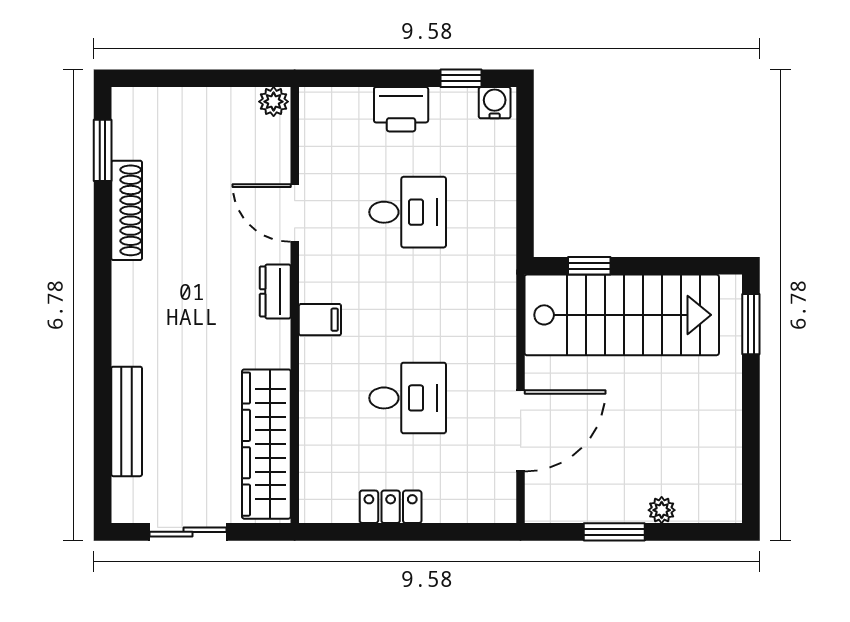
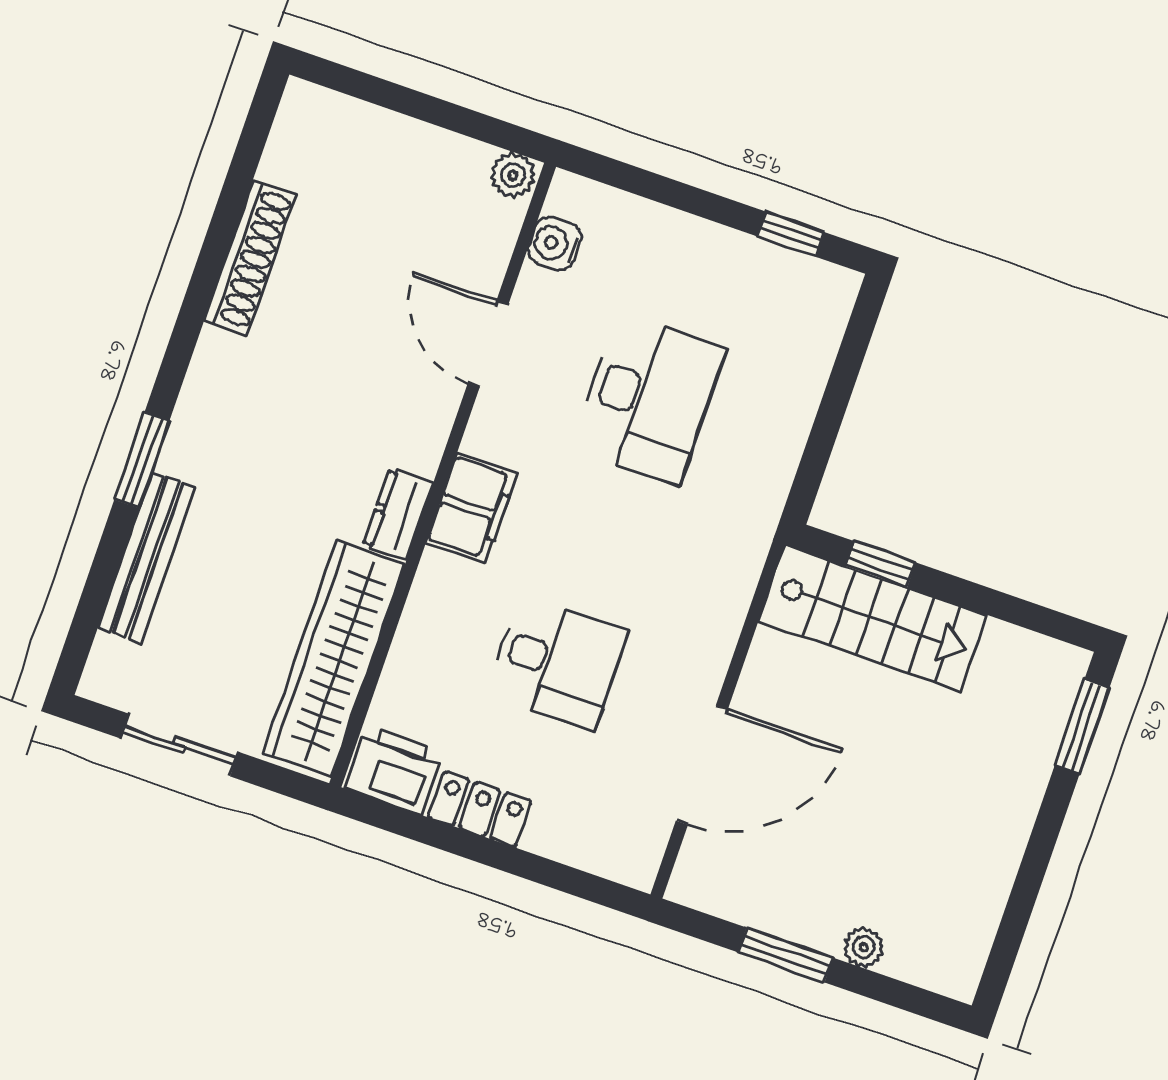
water cooler: (495, 103) -> (555, 244), moved, turned -90
printer: (401, 109) -> (394, 770), moved, turned 180
window: (103, 150) -> (142, 460), moved
desk: (408, 212) -> (649, 398), width x1.37
dresser: (275, 291) -> (398, 514), moved
stairs: (622, 315) -> (873, 618), width x0.73, depth x0.66
filing cabinet: (320, 320) -> (471, 508), width x2.00

